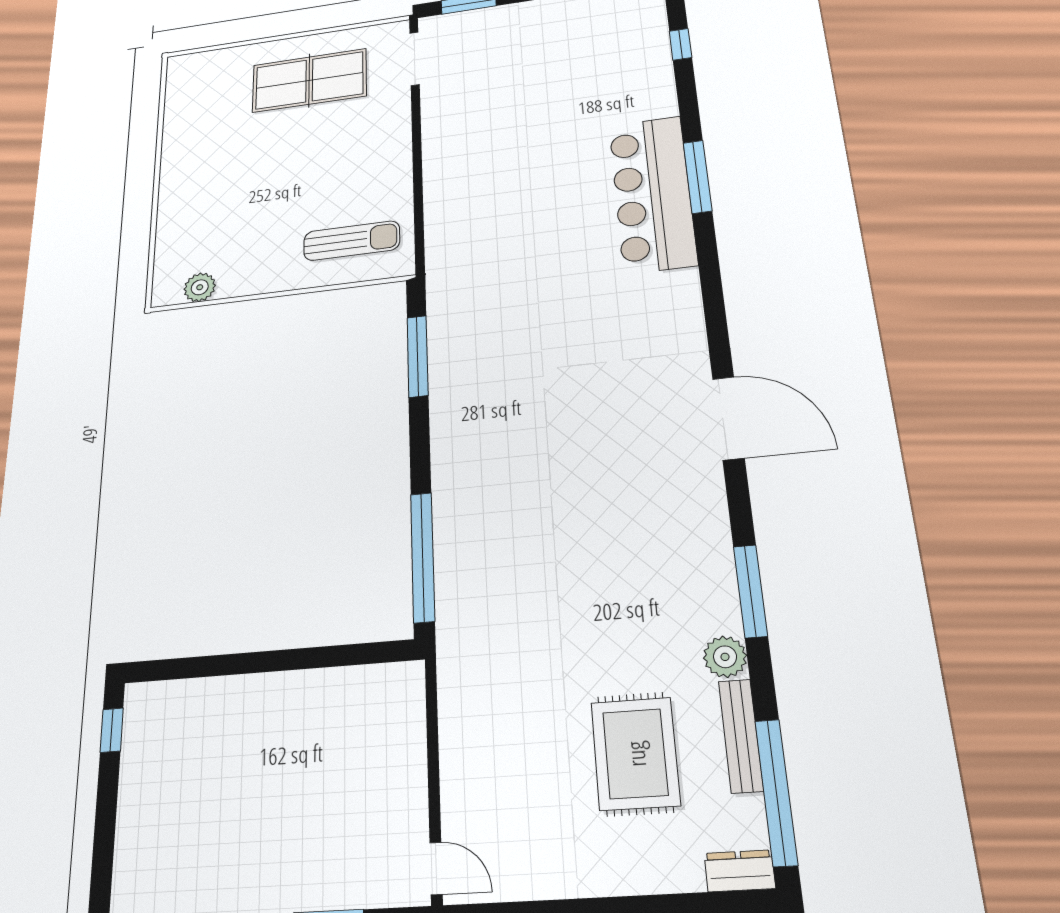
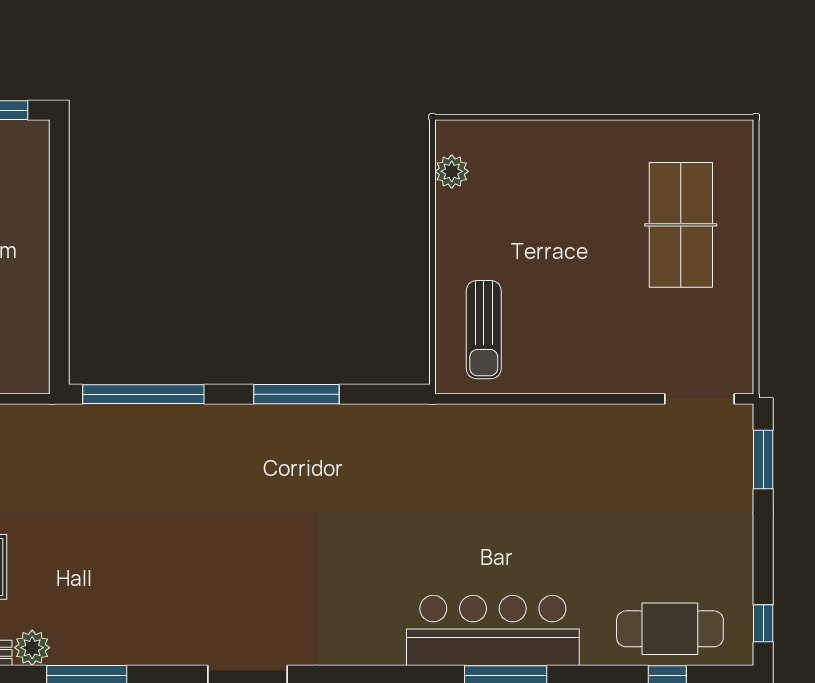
cafe table: (635, 49) -> (670, 629), added
table tennis table: (309, 81) -> (681, 225), moved
window: (418, 356) -> (296, 394), moved

